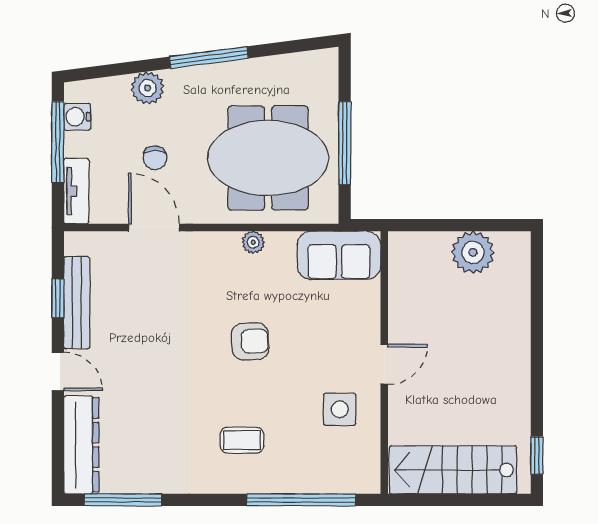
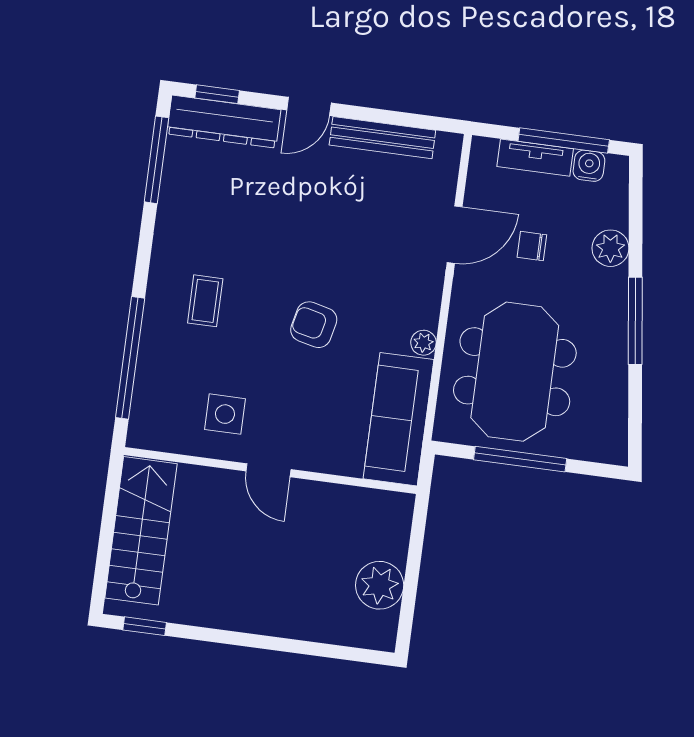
tv unit: (76, 191) -> (535, 158), moved
sofa: (339, 255) -> (399, 419), width x1.36
window: (58, 298) -> (217, 94), moved
armchair: (250, 341) -> (314, 325), turned 106

